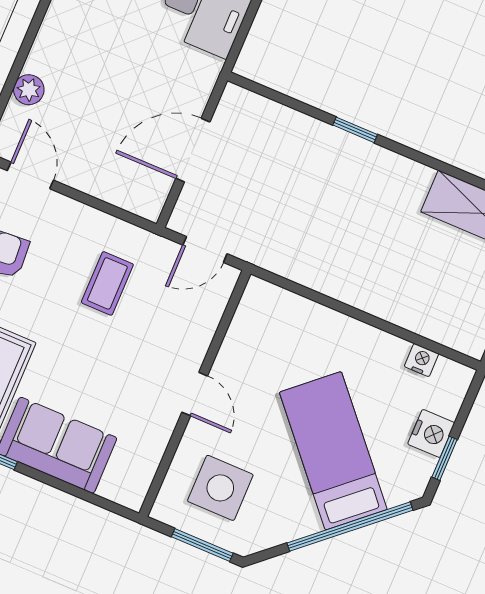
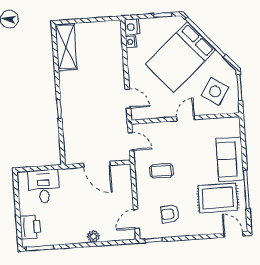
plant: (29, 90) -> (93, 236), moved
door: (301, 290) -> (128, 99), added
nightstand: (431, 433) -> (132, 27), moved, turned -90
bed: (333, 451) -> (181, 57), width x1.50
side table: (220, 488) -> (215, 91), turned 33

